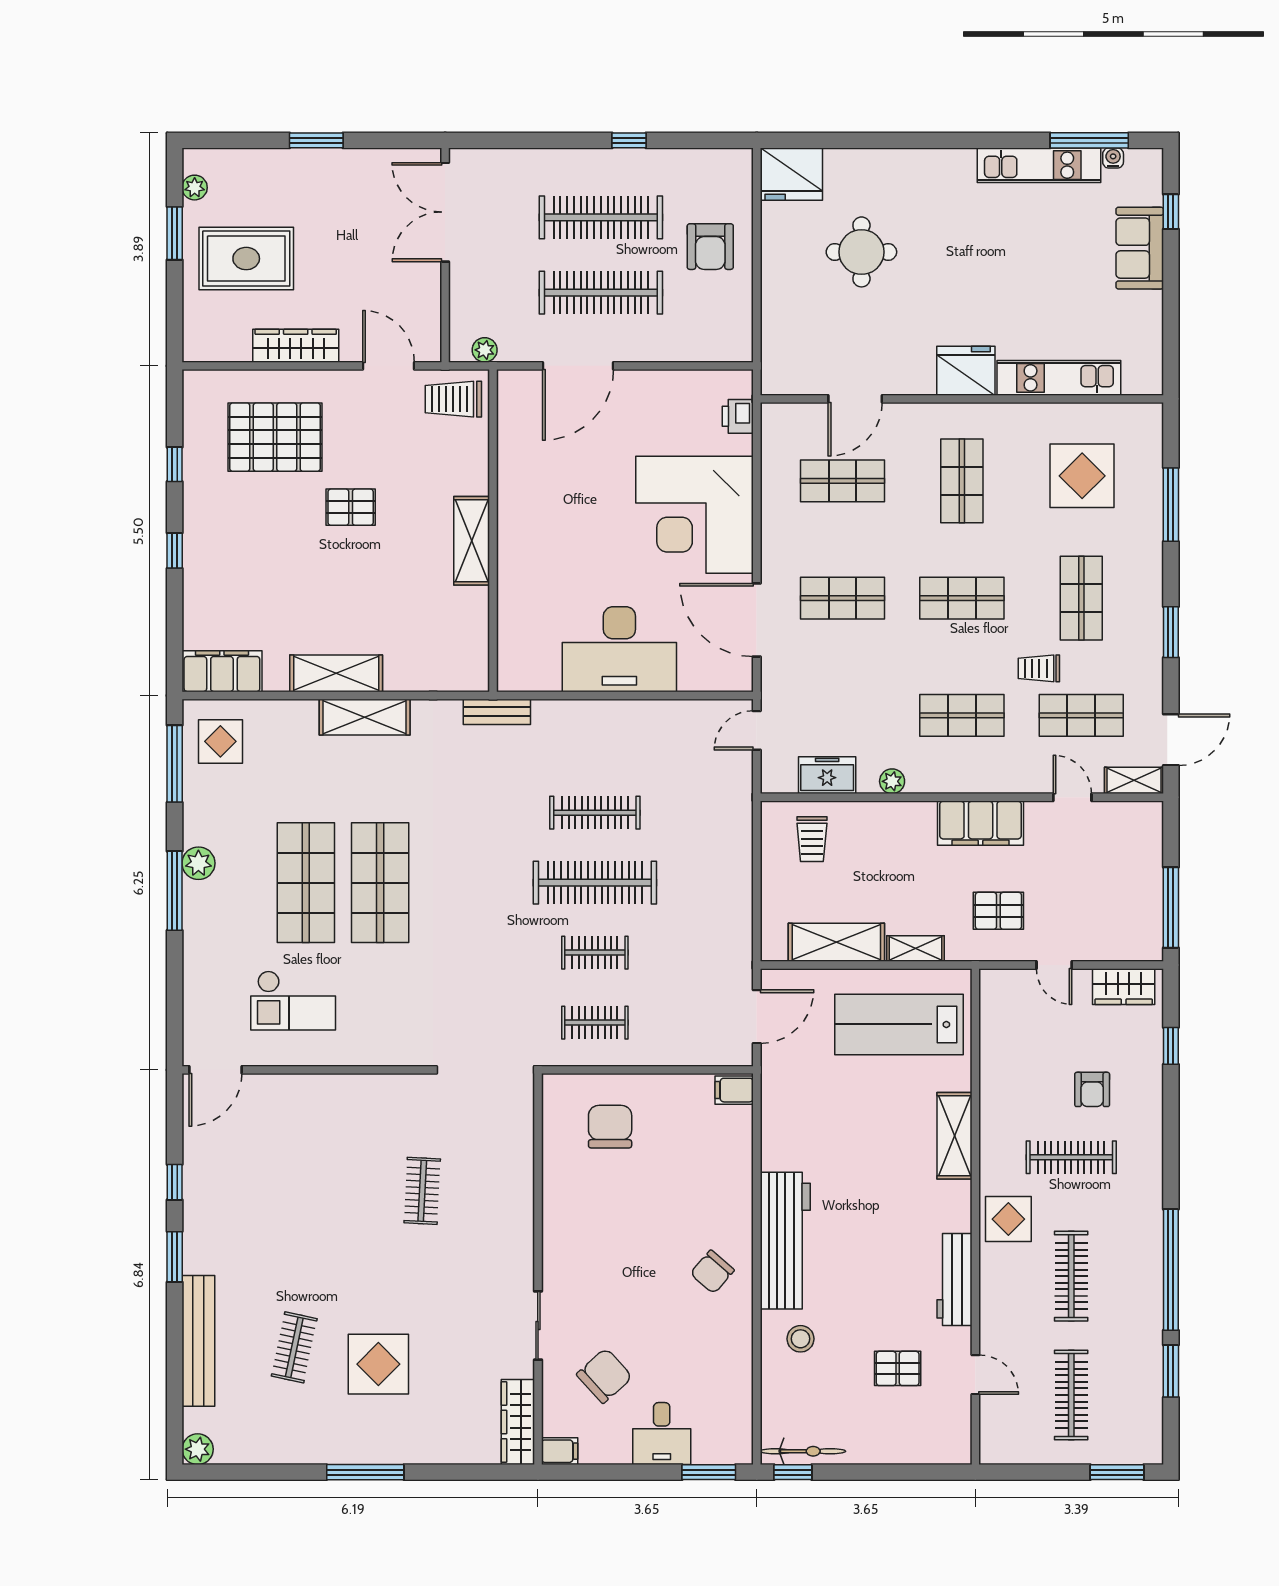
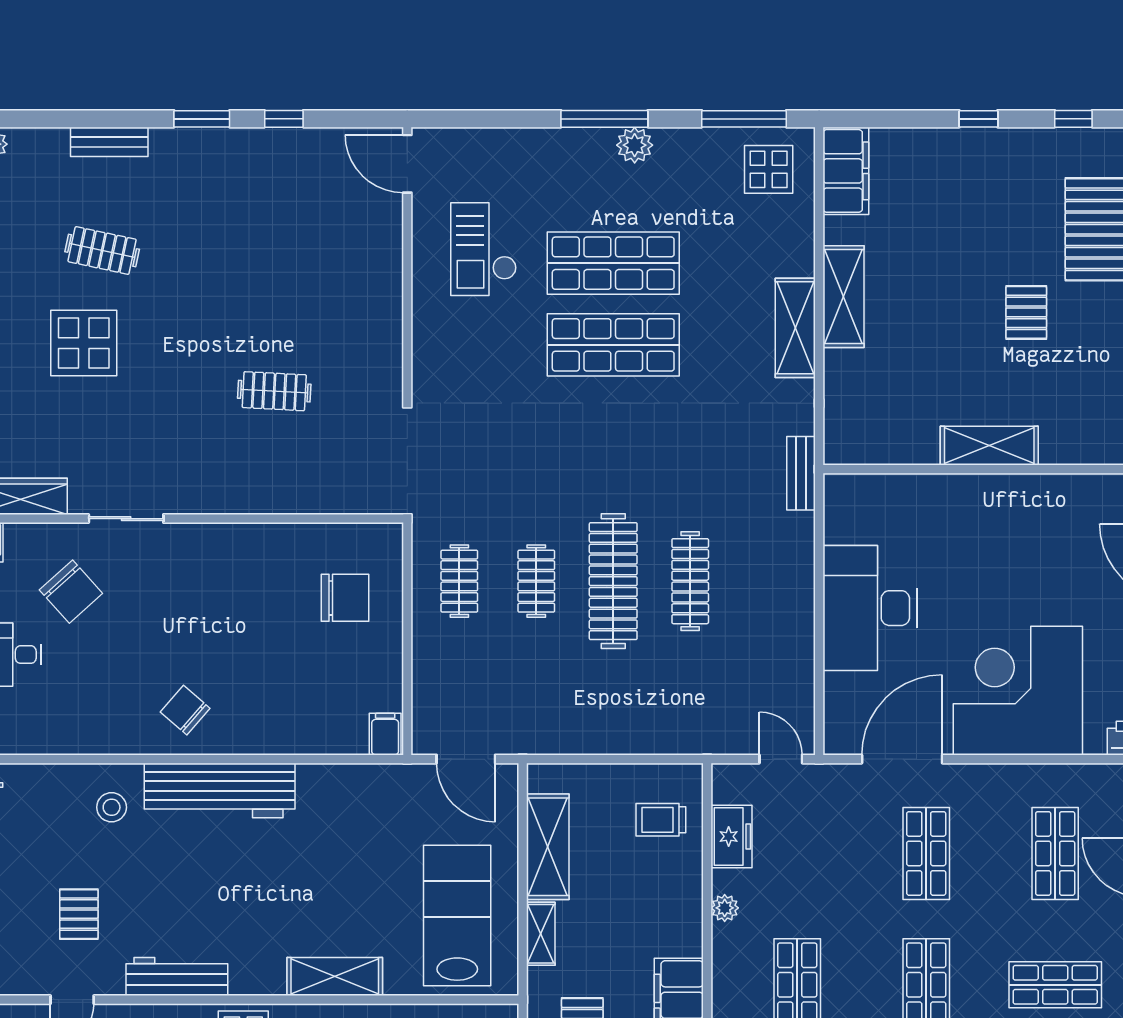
bench: (198, 1341) -> (109, 142), width x0.54, depth x0.82

